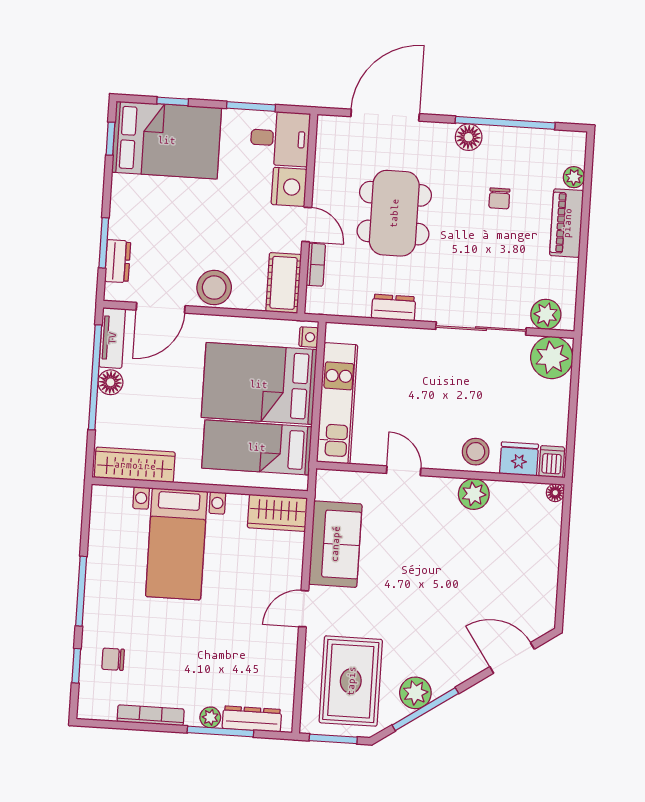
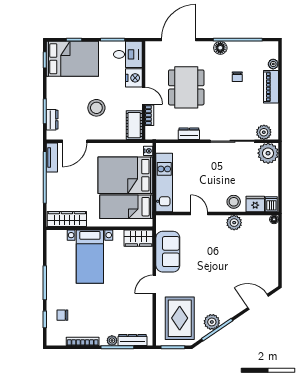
stool: (214, 288) -> (96, 108), moved
floor lamp: (110, 382) -> (52, 179), removed

